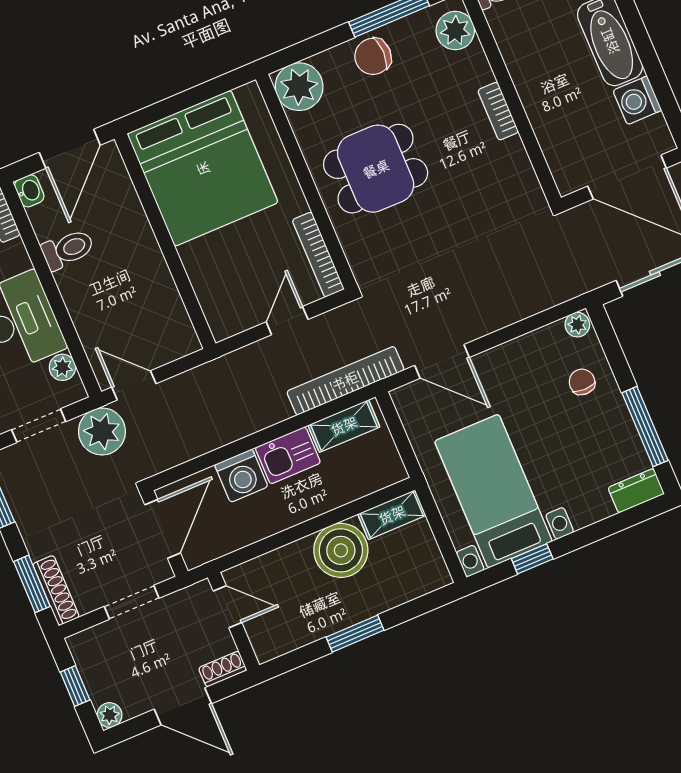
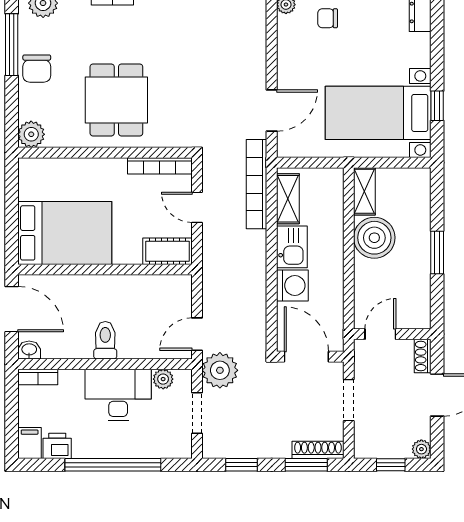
plant: (299, 87) -> (31, 134), width x0.73, depth x0.73
bed: (203, 168) -> (65, 233), width x0.73
toilet: (68, 249) -> (105, 340), moved
cot: (219, 307) -> (167, 251), added

